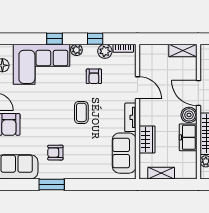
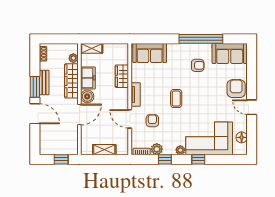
shelving: (183, 51) -> (104, 150), moved
armchair: (94, 76) -> (152, 121), moved
door: (198, 93) -> (79, 115), hinge flipped
sofa: (124, 153) -> (150, 53), moved, turned 90
shelving: (161, 173) -> (92, 48), moved
window: (52, 185) -> (201, 39), width x2.11

